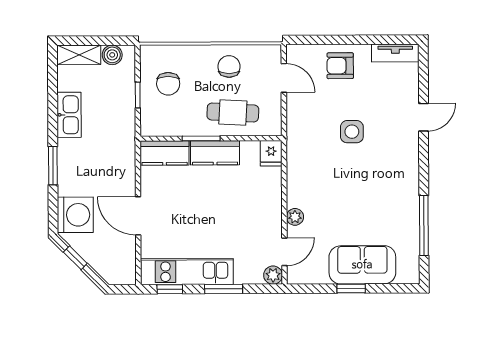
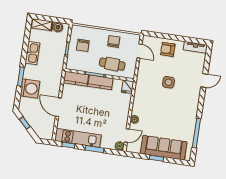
washing machine: (75, 215) -> (30, 88), moved
sofa: (362, 265) -> (164, 148), width x1.36

